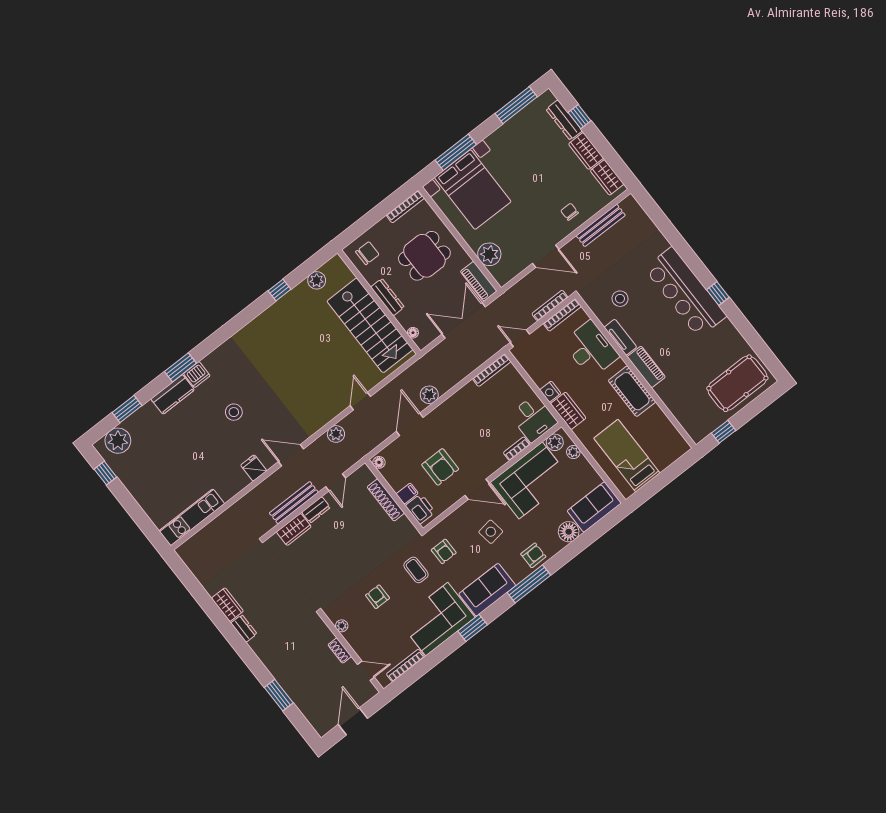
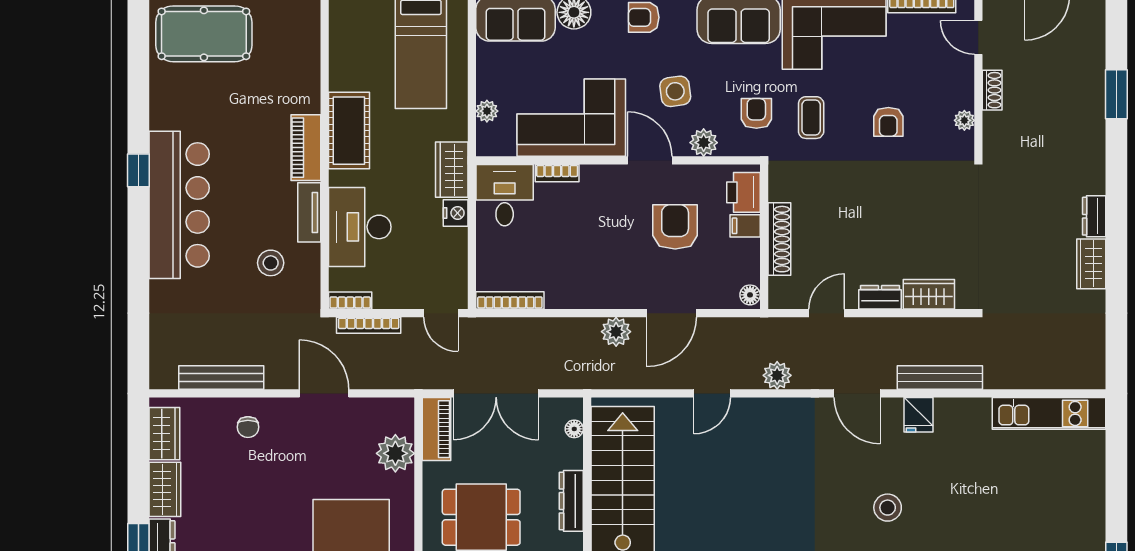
bookcase: (562, 315) -> (350, 300), width x0.64
plant: (555, 442) -> (704, 143), moved
bench: (294, 503) -> (940, 378), moved

